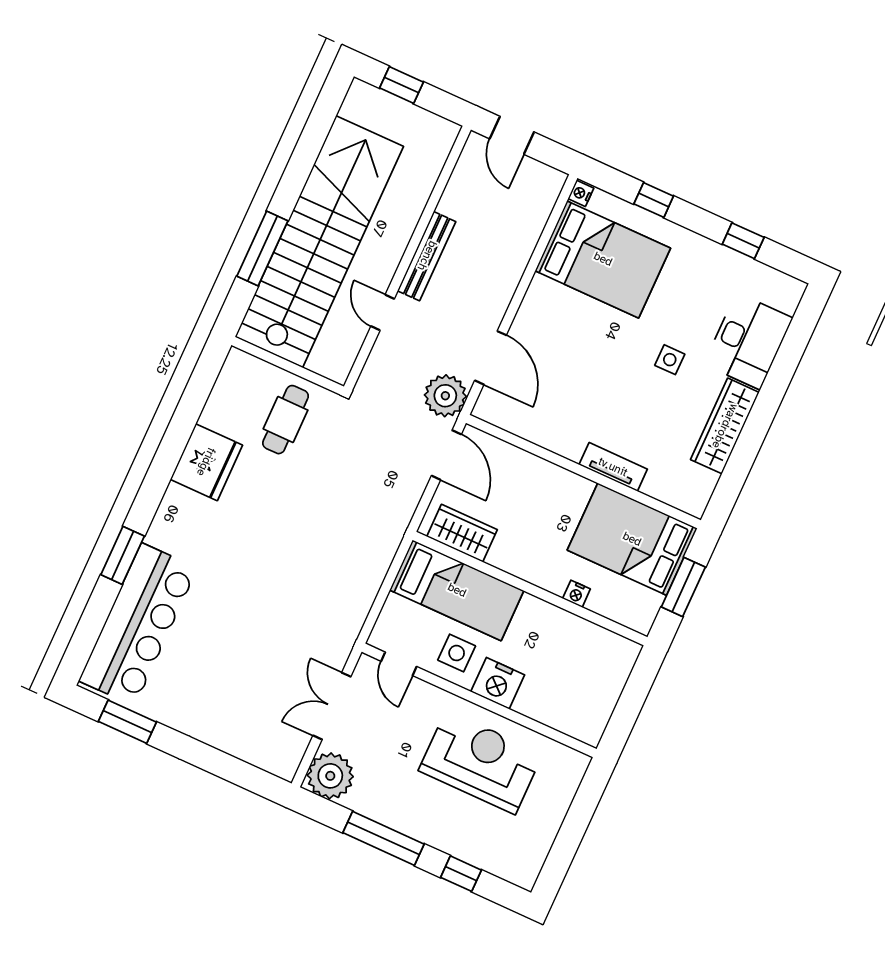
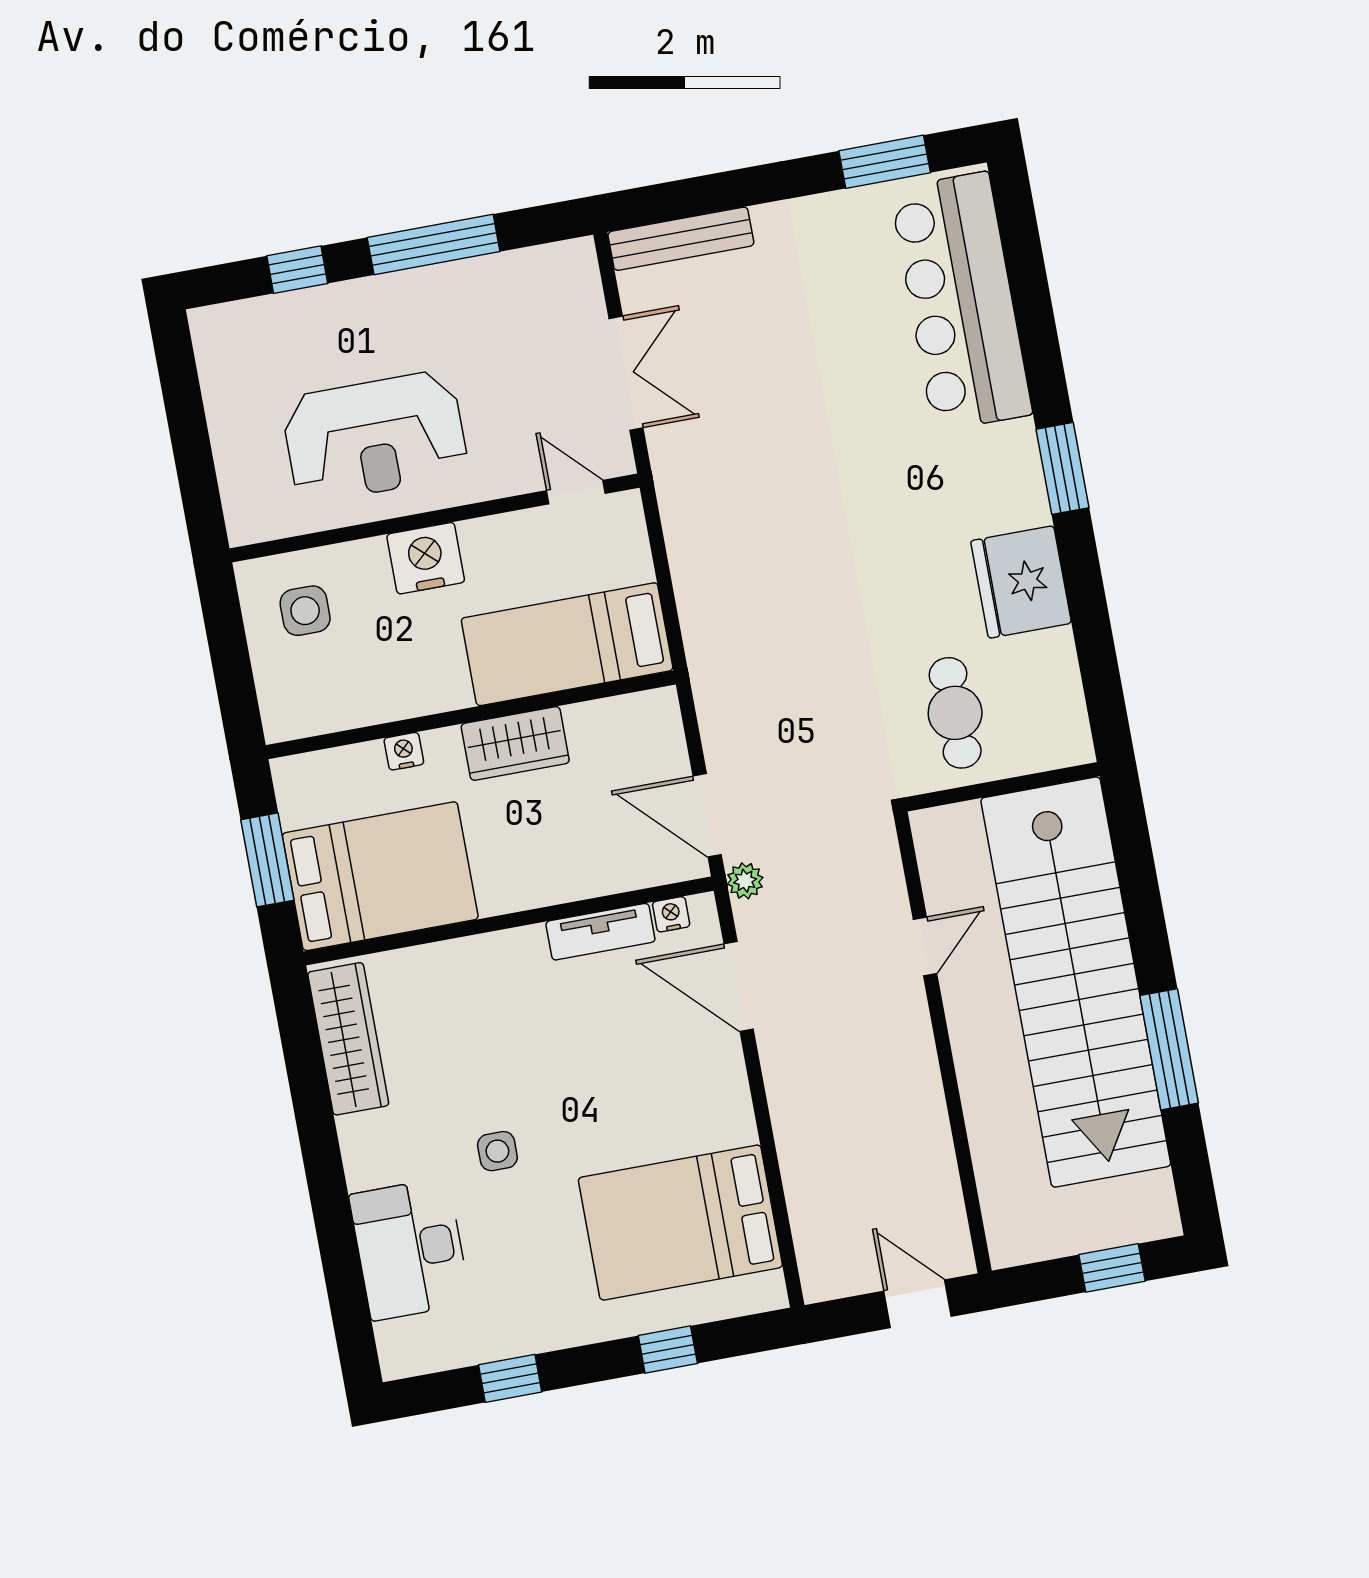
nightstand: (581, 193) -> (671, 914), moved, turned -90
window: (262, 249) -> (1169, 1049), moved
bench: (427, 256) -> (681, 239), moved, turned 90
door: (383, 313) -> (925, 946), hinge flipped
plant: (445, 396) -> (745, 881), width x0.53, depth x0.53
wardrobe: (725, 426) -> (348, 1039), moved
tv unit: (613, 467) -> (600, 932), moved
wardrobe: (462, 533) -> (515, 743), moved
window: (123, 555) -> (1063, 468), moved
side table: (457, 653) -> (305, 611), moved
plant: (330, 776) -> (563, 278), removed

